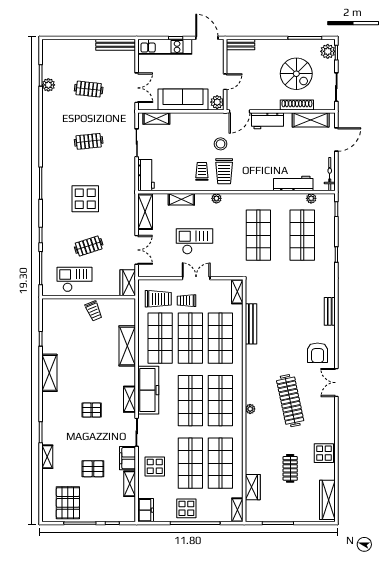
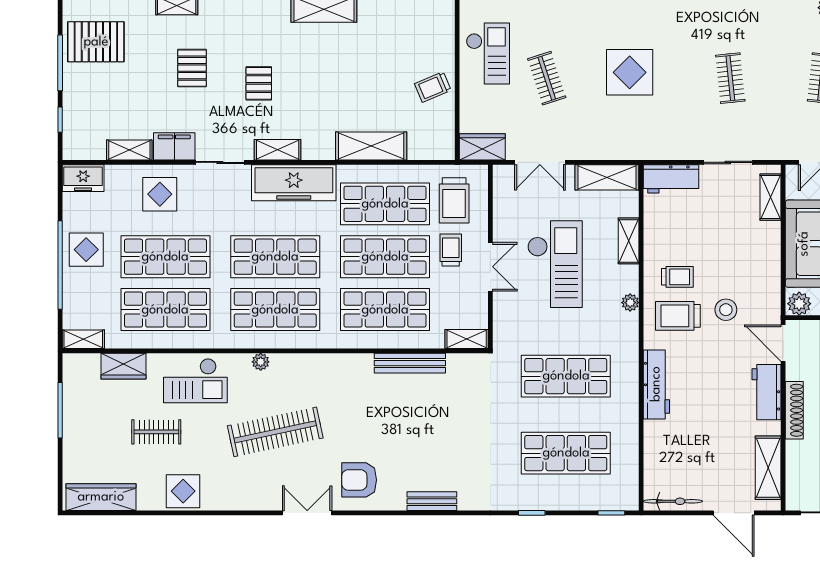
shoe rack: (297, 105) -> (794, 410), moved
workbench: (293, 183) -> (656, 384), moved
plant: (311, 198) -> (630, 469), removed
checkout: (195, 241) -> (555, 264), width x1.36, depth x1.21
checkout: (261, 446) -> (195, 381), added
pallet: (93, 469) -> (192, 68), moved

